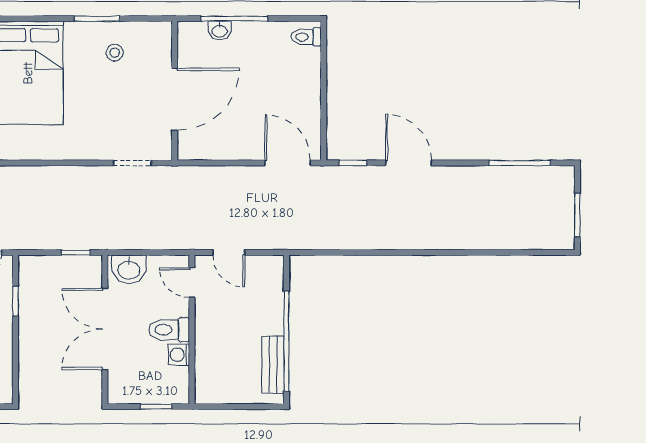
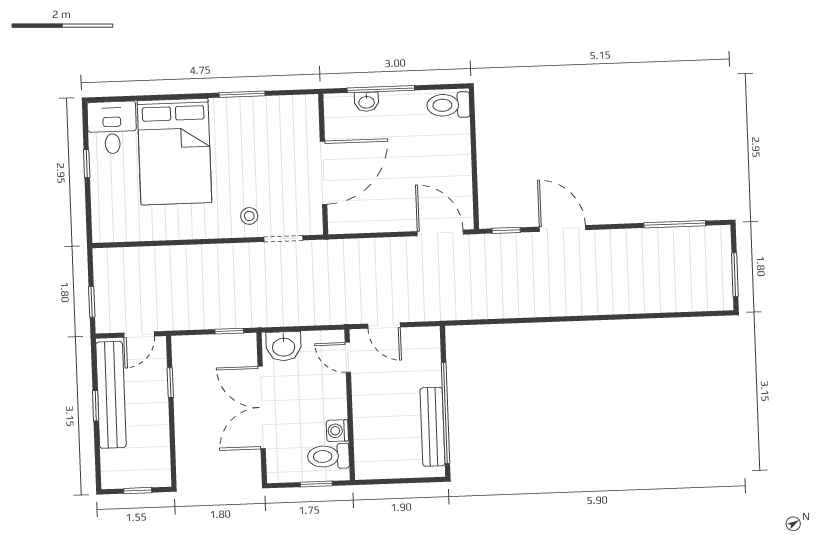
toilet: (306, 37) -> (448, 105), width x1.37, depth x1.39
stool: (115, 53) -> (249, 216), moved
toilet: (169, 330) -> (328, 456), moved
bench: (273, 365) -> (433, 427), width x1.36

